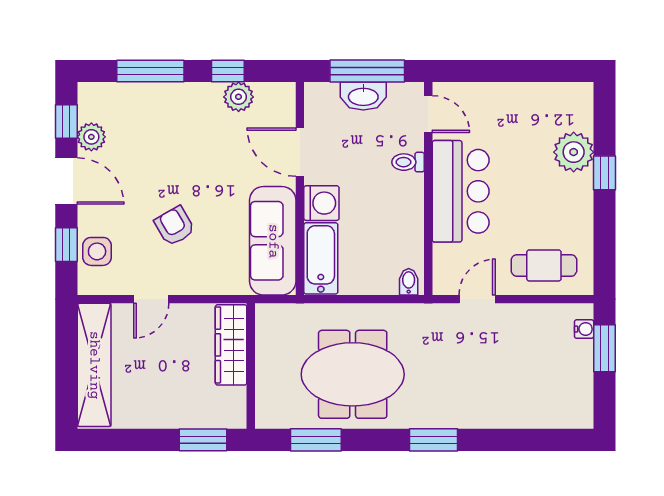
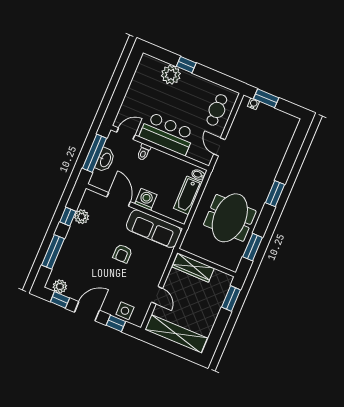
plant: (91, 137) -> (60, 286), moved
door: (300, 152) -> (119, 199), swing flipped
armchair: (175, 226) -> (122, 253), moved, turned -60
bathtub: (321, 258) -> (188, 195), moved, turned -90

